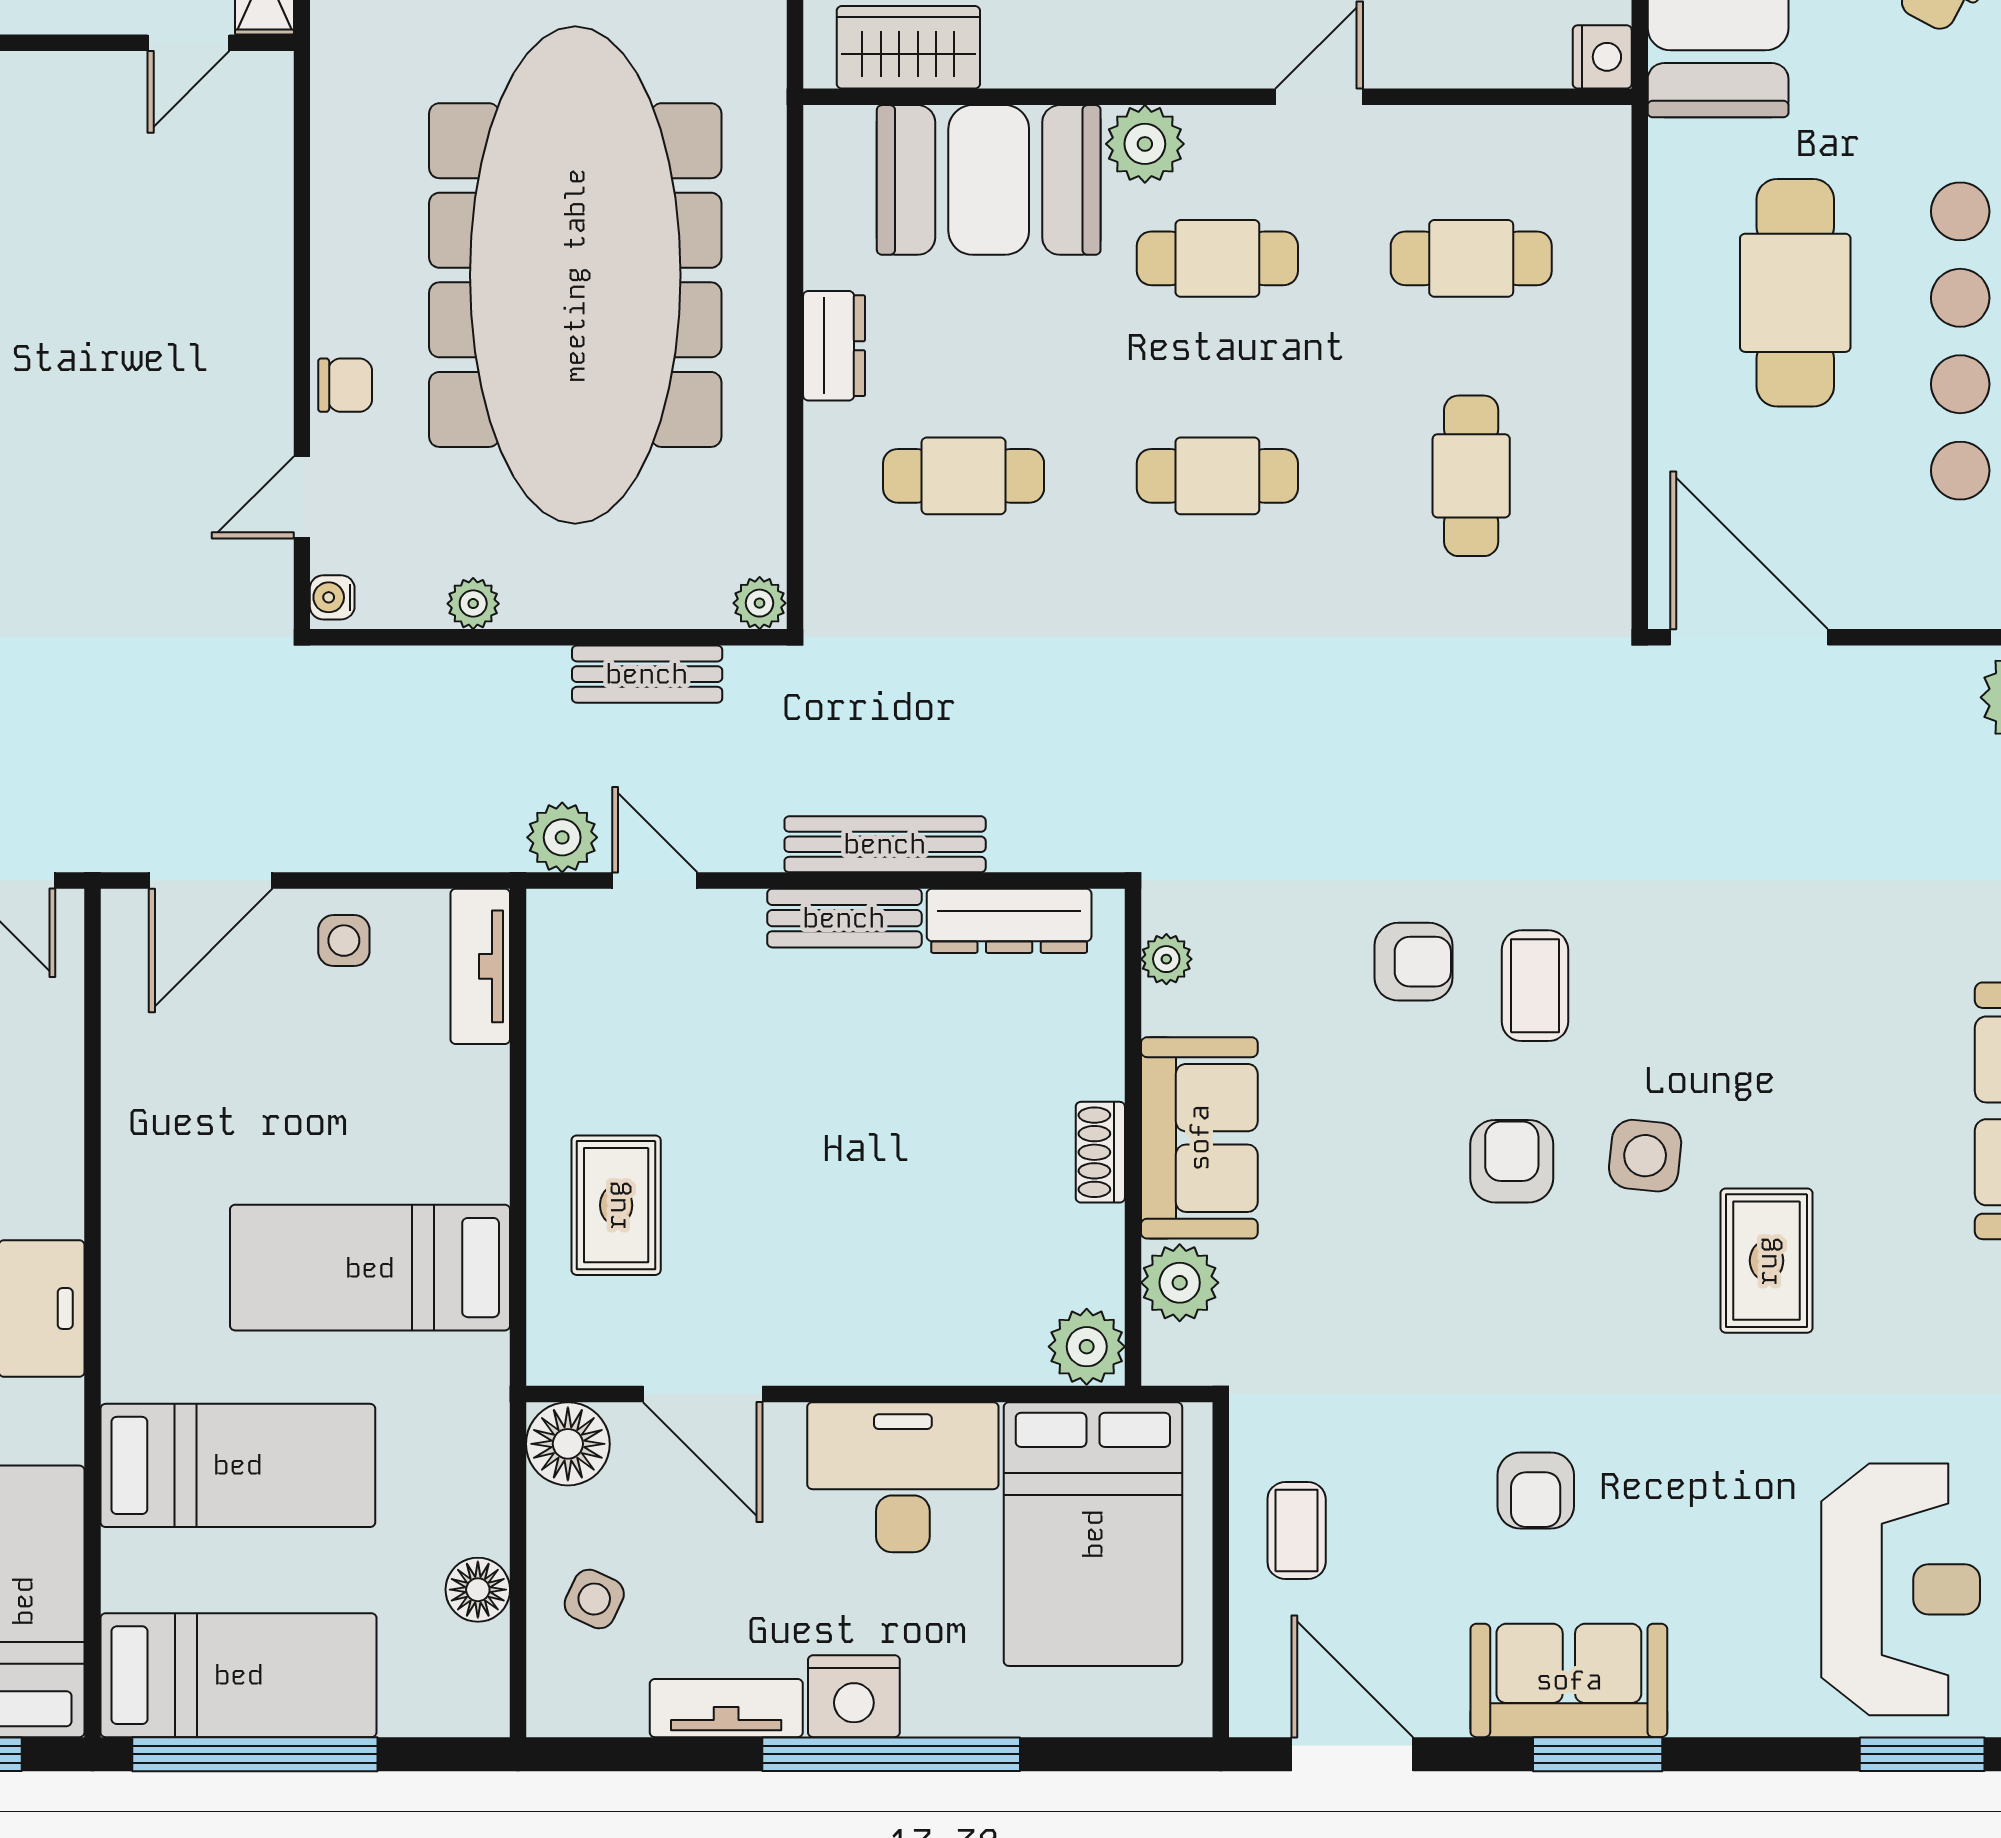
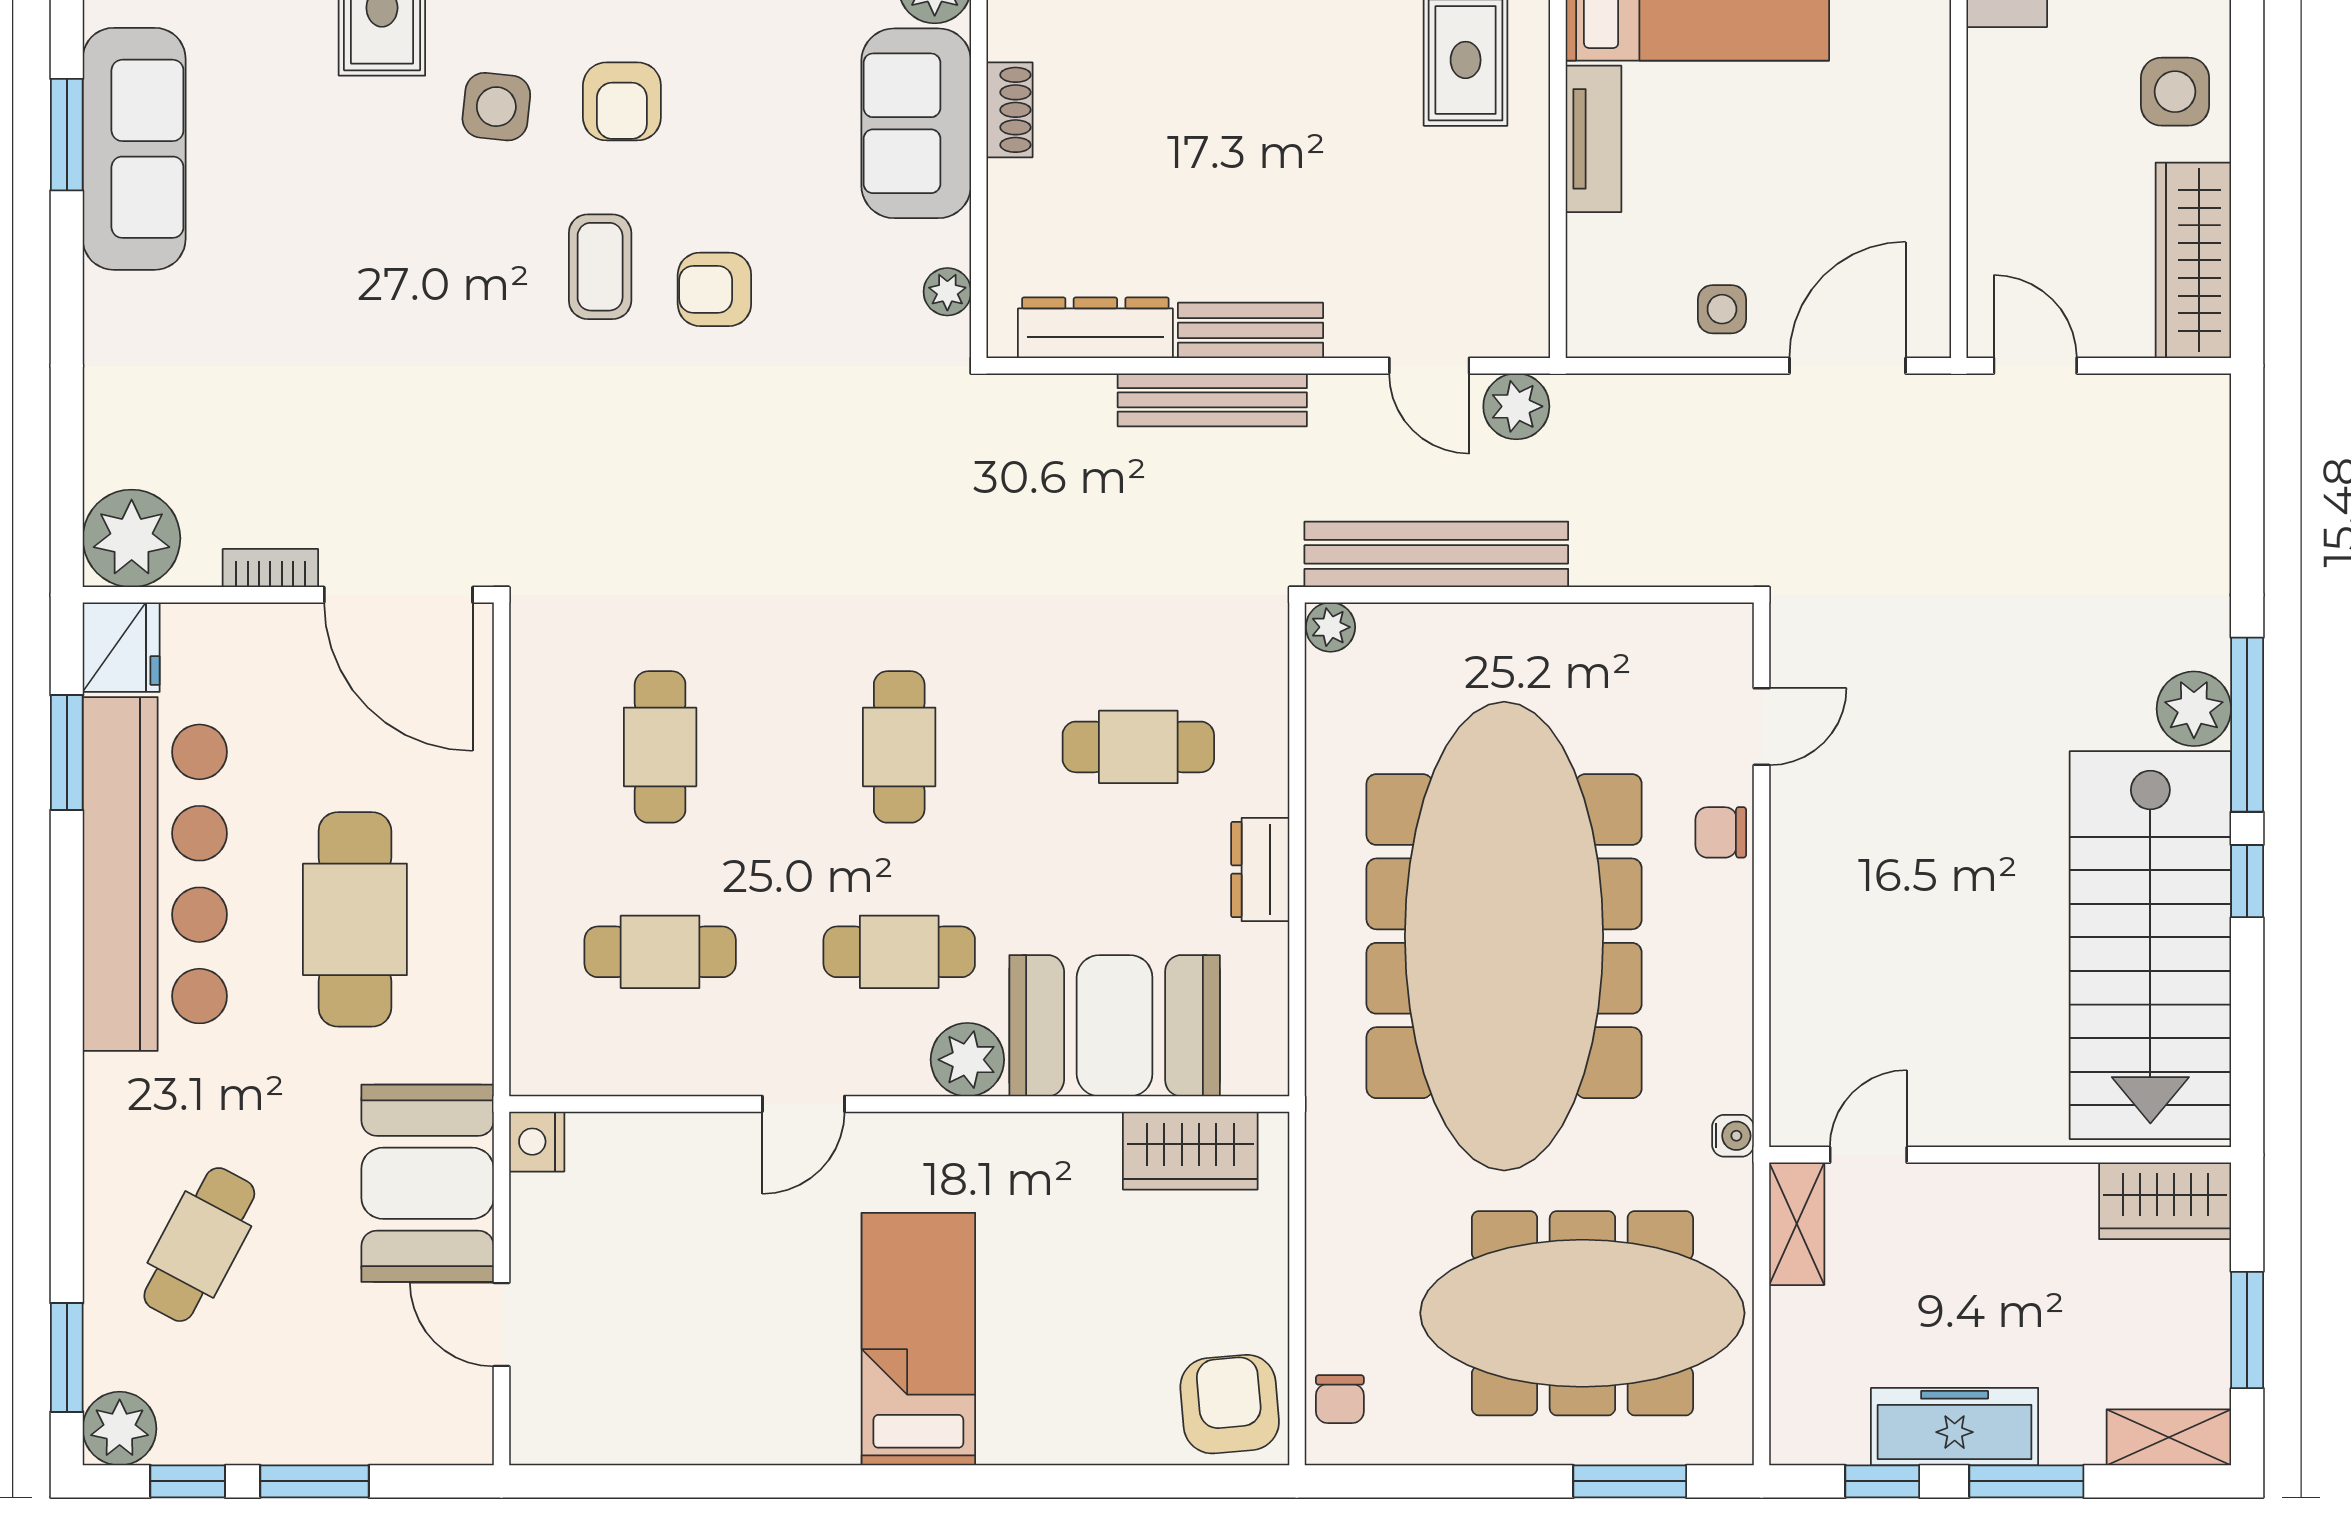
cafe table: (1217, 476) -> (899, 747), turned 90
water cooler: (332, 597) -> (1733, 1136), moved
plant: (473, 604) -> (1600, 627), removed
bookcase: (1885, 666) -> (270, 568), added
bench: (647, 674) -> (1436, 554), width x1.86, depth x1.21
tv unit: (480, 966) -> (1593, 139), moved

